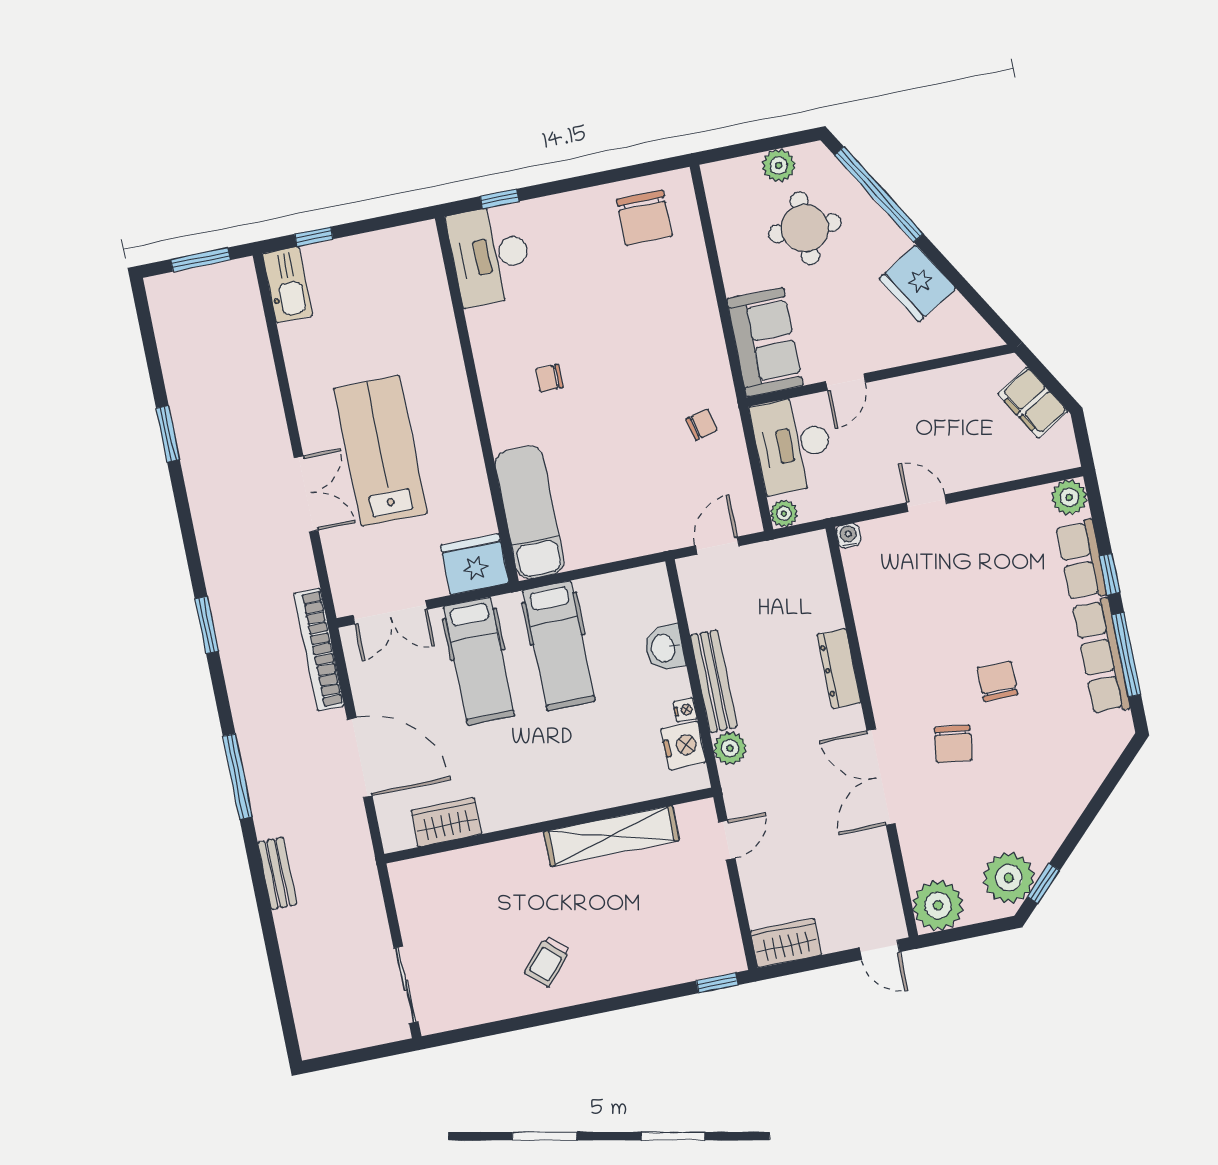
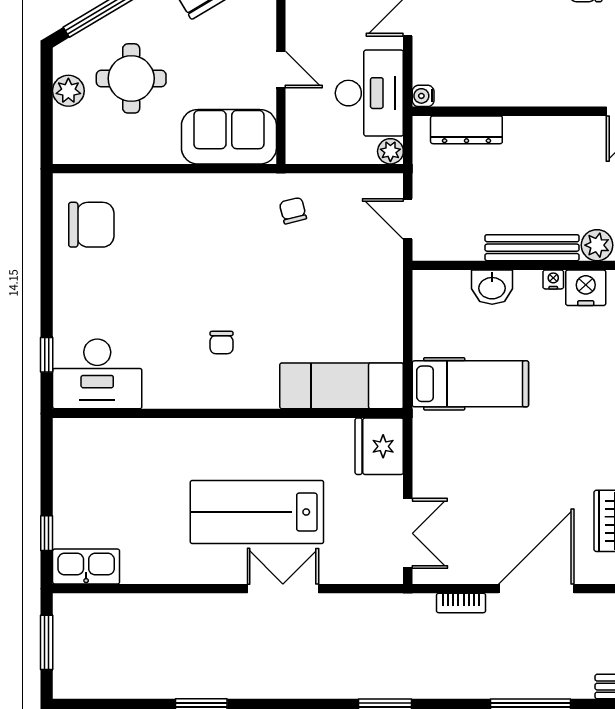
desk: (793, 444) -> (369, 93), moved, turned -90
bookcase: (319, 650) -> (461, 603), width x0.43, depth x0.76
hospital bed: (479, 661) -> (470, 460), removed
dresser: (839, 669) -> (466, 130), moved

